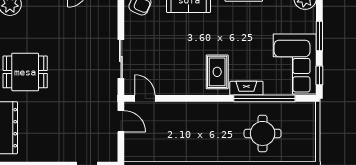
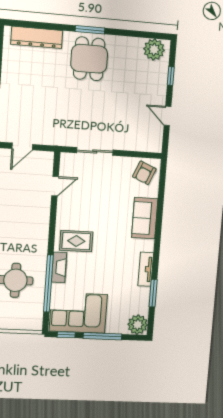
window: (319, 36) -> (102, 336), width x1.44
door: (145, 98) -> (55, 186), moved
door: (121, 121) -> (22, 146), moved

